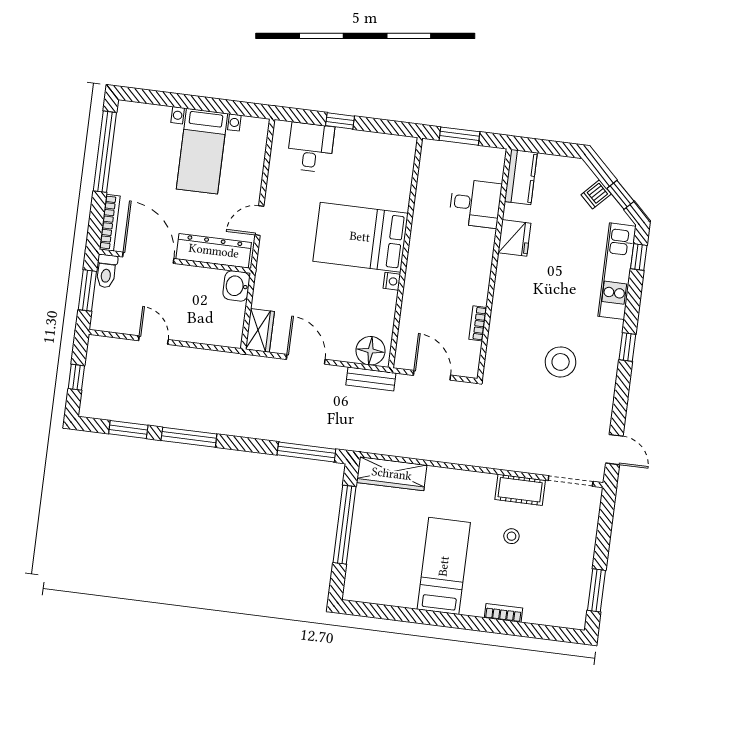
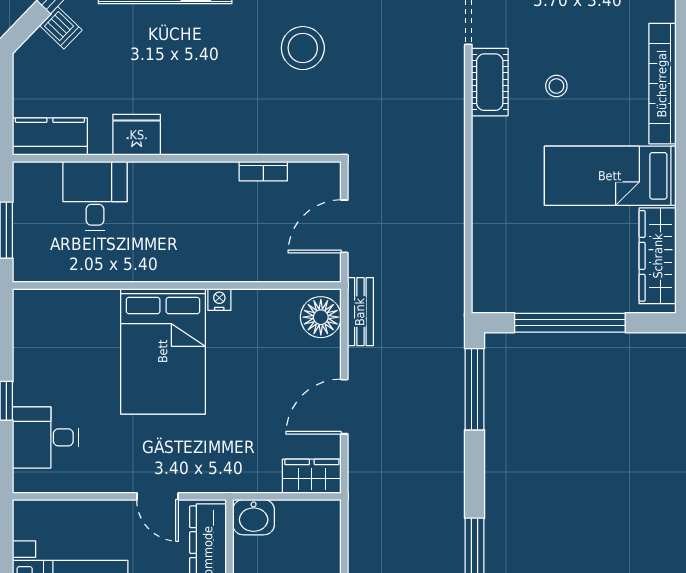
wardrobe: (392, 474) -> (658, 256), moved, turned 180
bookcase: (504, 613) -> (662, 84), width x2.31, depth x1.31

